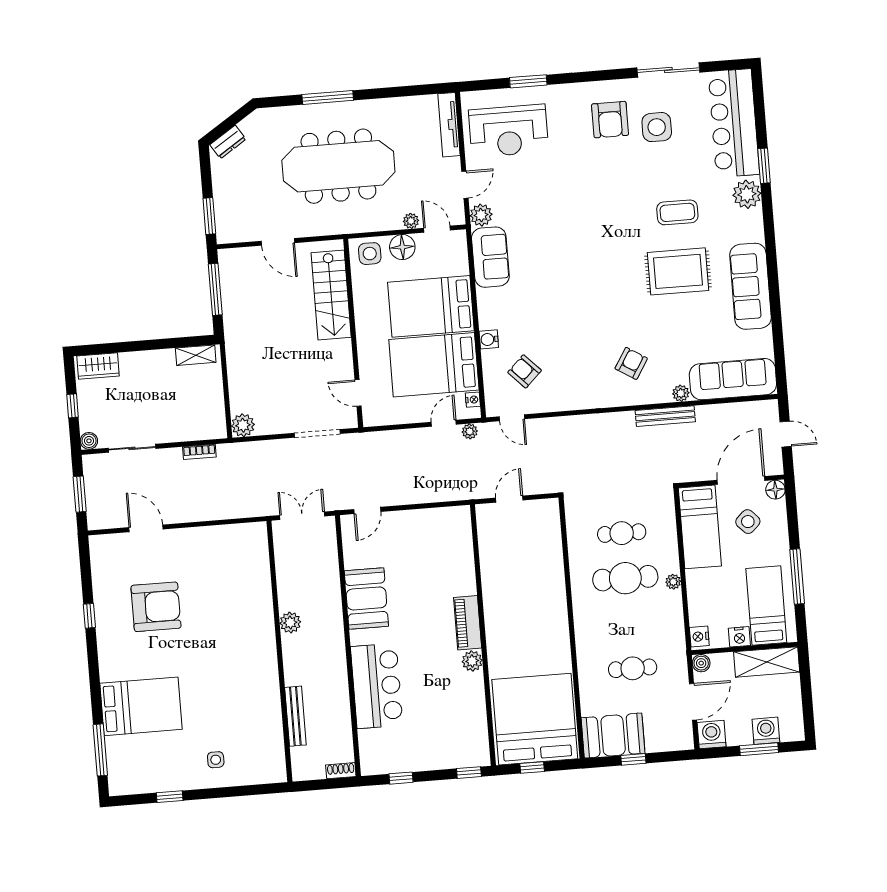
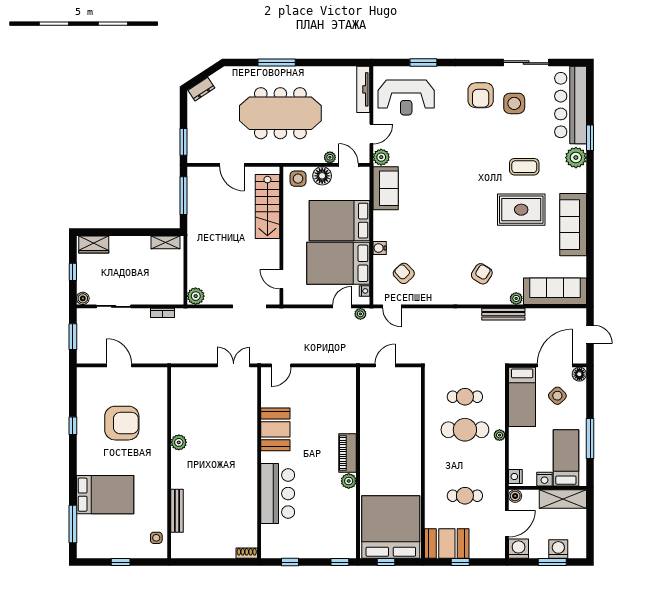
plant: (290, 623) -> (179, 442), moved
wall: (279, 651) -> (169, 463), moved
bench: (295, 716) -> (177, 511), moved

